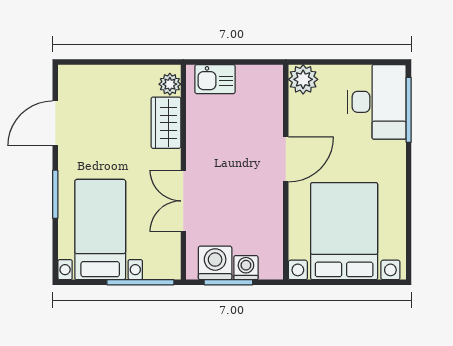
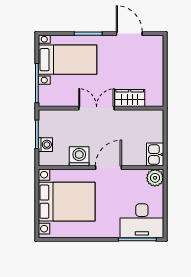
kitchen sink: (215, 79) -> (155, 155), moved
plant: (170, 84) -> (152, 100), removed
door: (286, 159) -> (108, 168), swing flipped
double door: (183, 201) -> (97, 108), moved
washing machine: (215, 263) -> (79, 156), moved, turned -90

